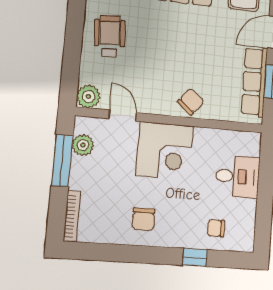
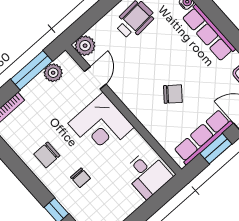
chair: (191, 102) -> (173, 94), moved
desk: (238, 177) -> (147, 174), moved
chair: (216, 228) -> (81, 178), moved, turned 180

